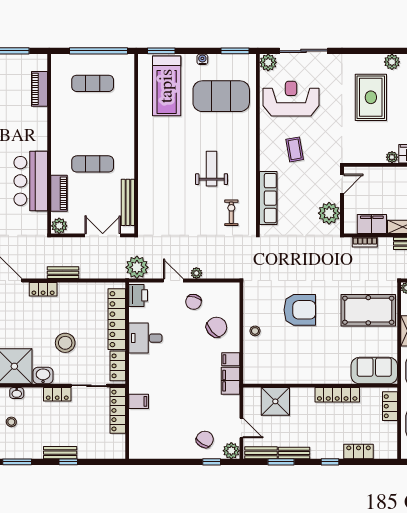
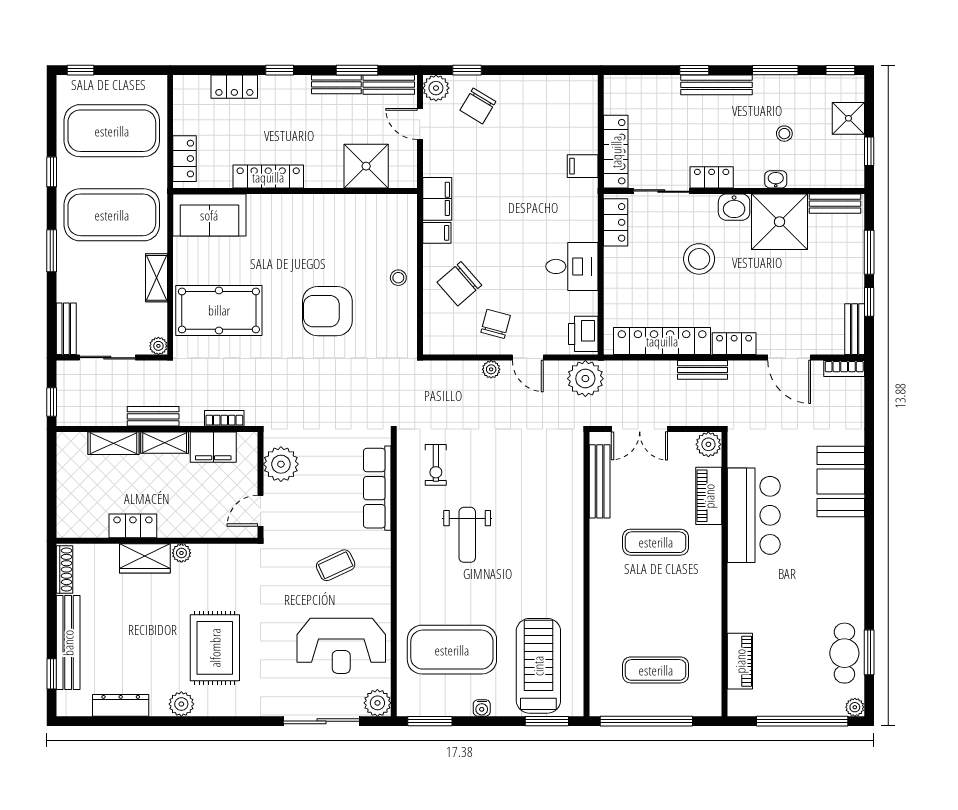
coffee table: (295, 149) -> (336, 565), turned 75
locker: (117, 319) -> (662, 341), moved, turned -90
bench: (60, 453) -> (716, 85), width x1.36

